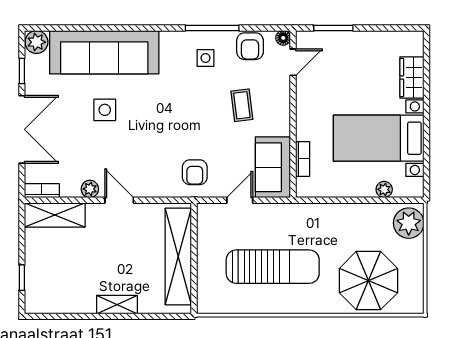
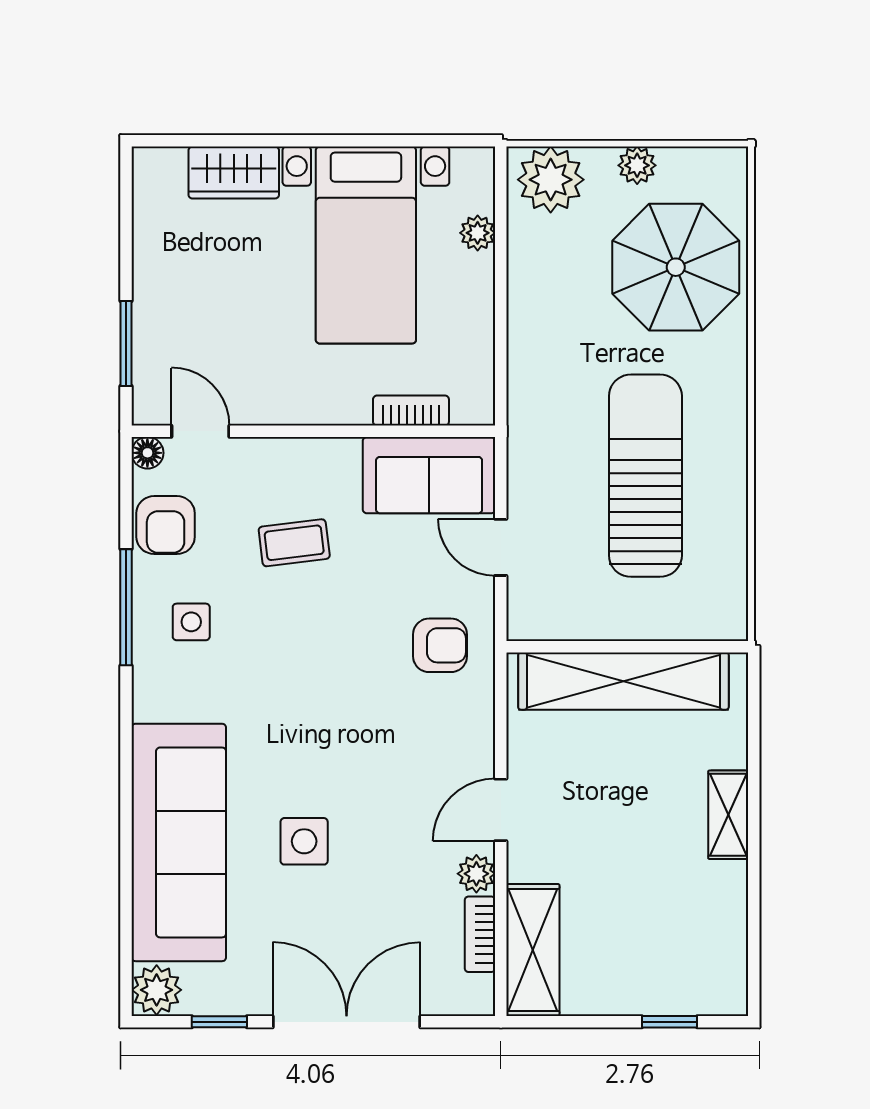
armchair: (250, 46) -> (166, 525), turned 90
bookcase: (42, 191) -> (480, 934), moved
plant: (415, 263) -> (637, 165), added

